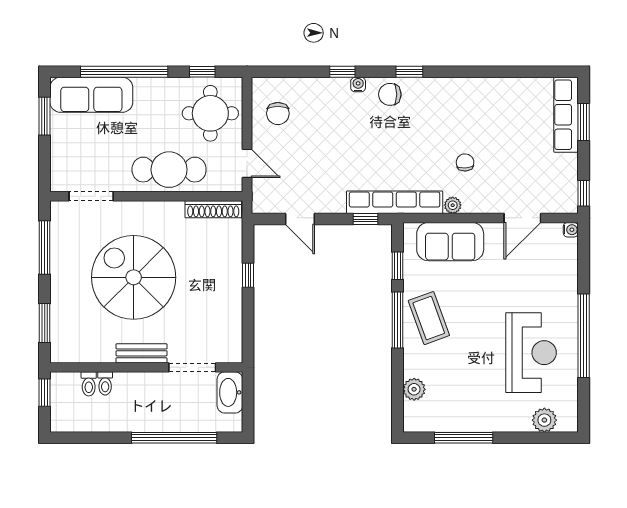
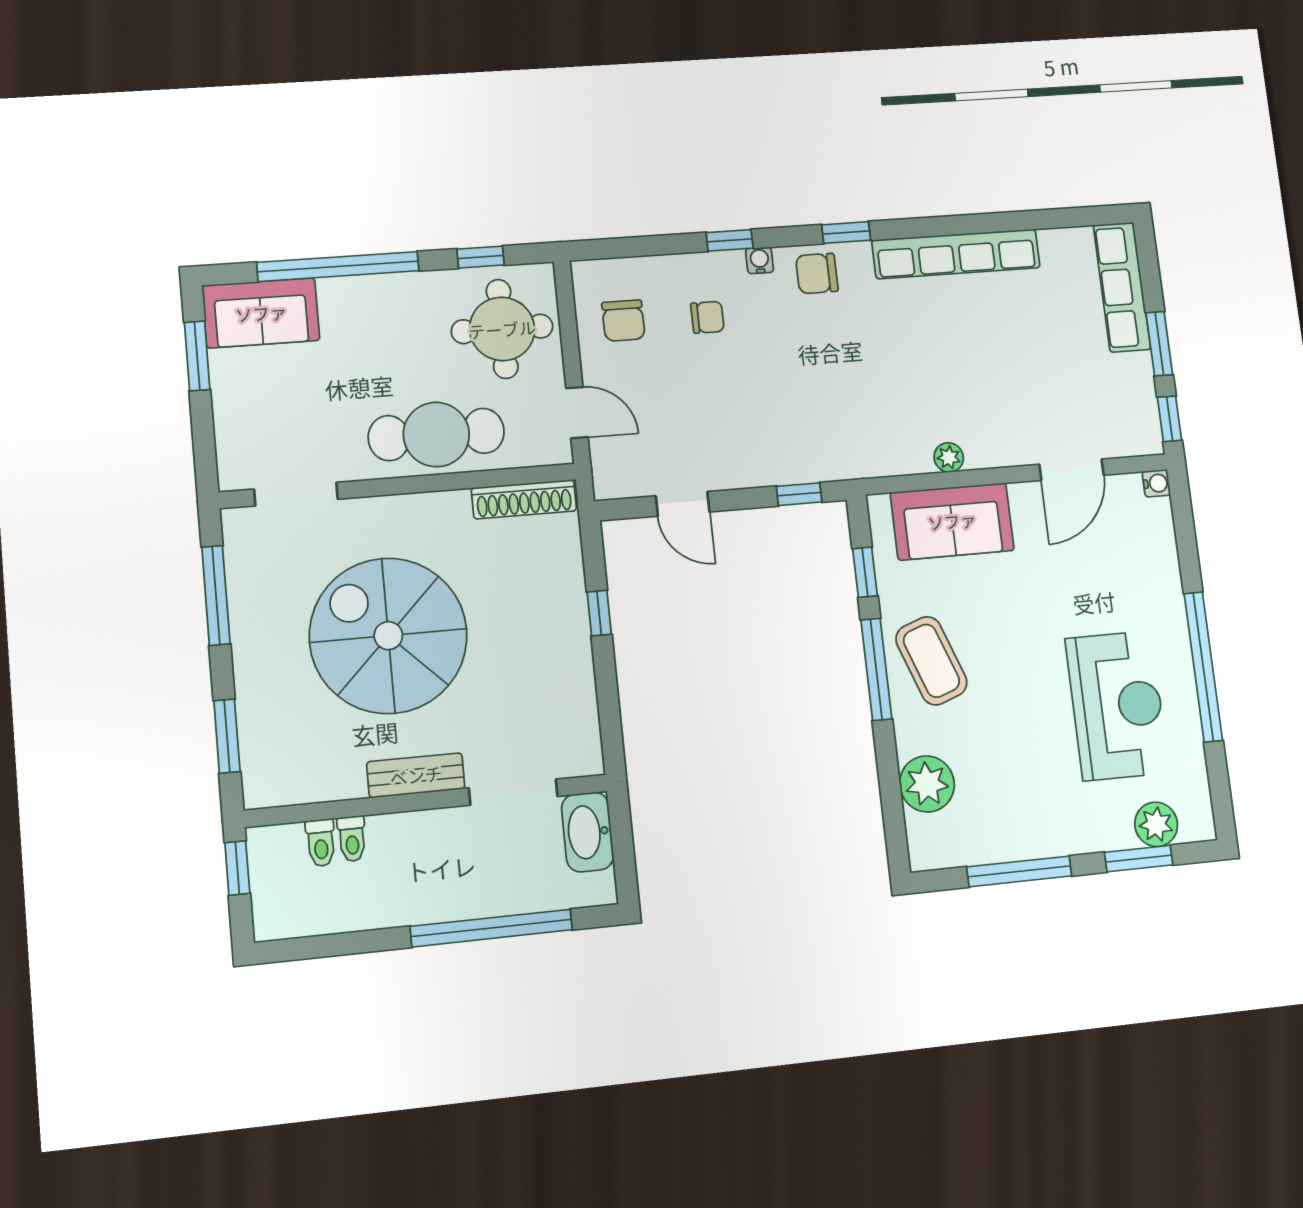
sofa: (91, 95) -> (261, 313), width x0.73
window: (584, 122) -> (1159, 344), moved
chair: (465, 162) -> (707, 317), moved, turned 94
row of seats: (395, 202) -> (956, 254), moved, turned 180
plant: (414, 389) -> (927, 784), width x1.36, depth x1.36
window: (532, 438) -> (1139, 859), added

